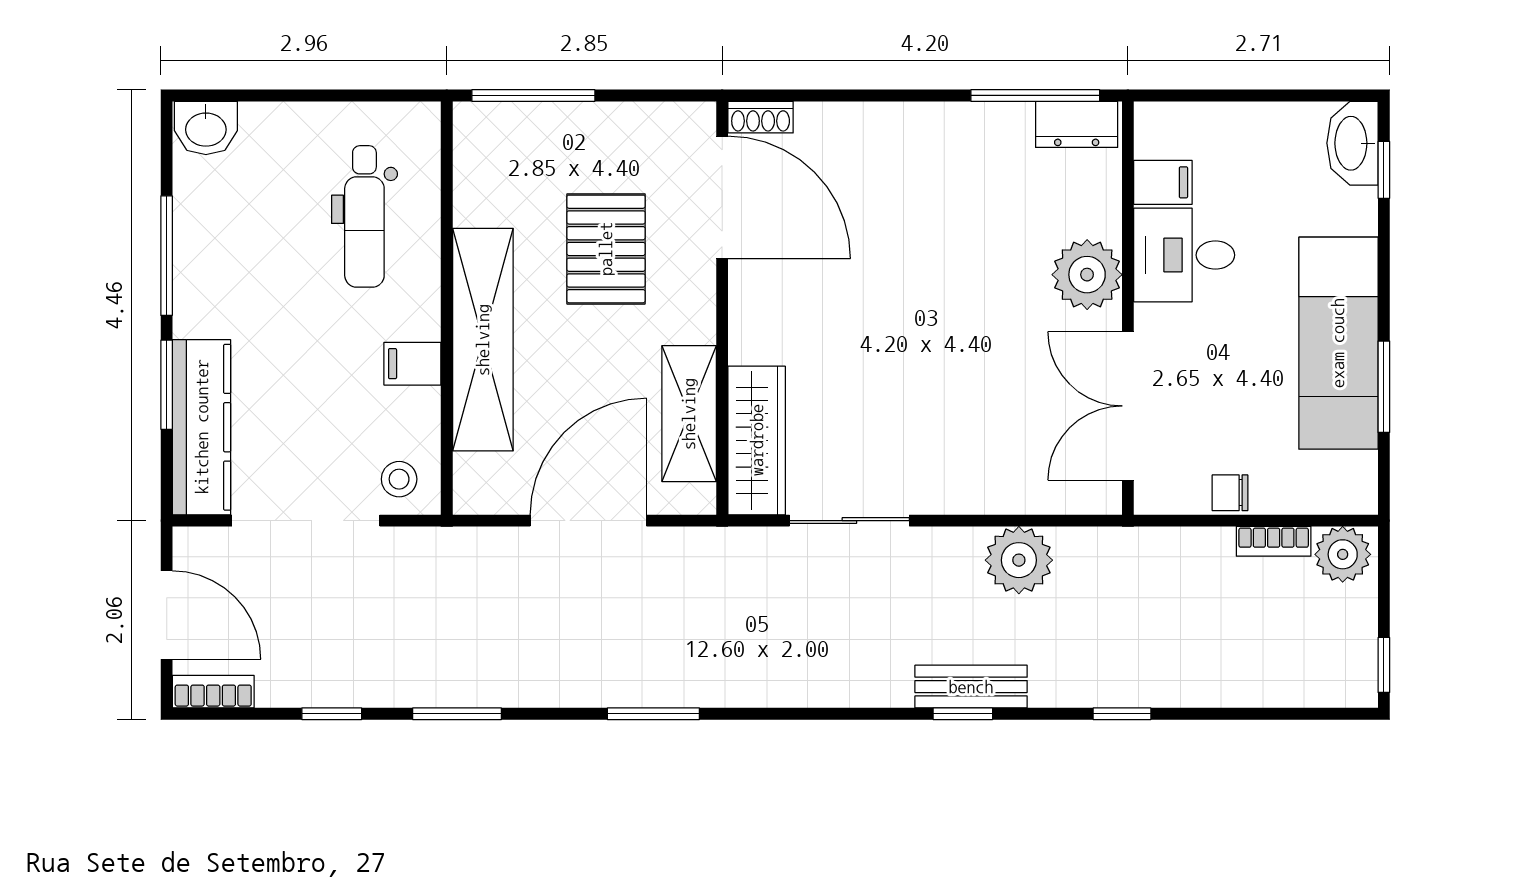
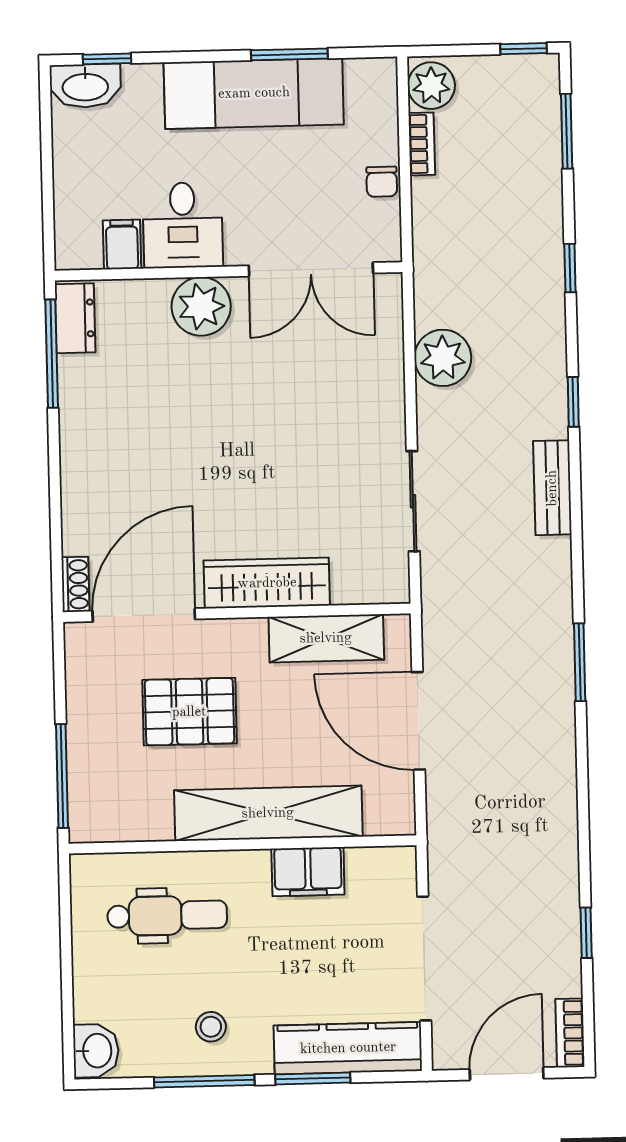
filing cabinet: (412, 364) -> (308, 872), width x2.00
wardrobe: (757, 440) -> (267, 583), moved
stool: (399, 479) -> (211, 1027), moved
bench: (971, 687) -> (552, 488), moved
window: (457, 714) -> (567, 131), moved

